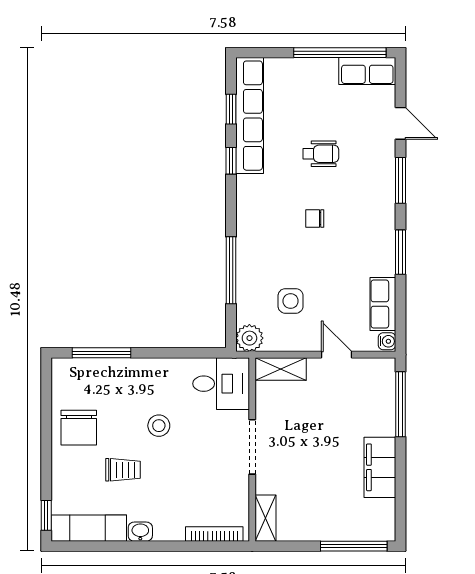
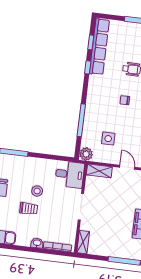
trolley: (123, 470) -> (29, 209), moved
washbasin: (140, 532) -> (37, 243), moved

